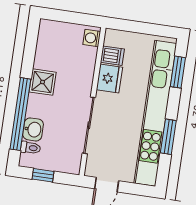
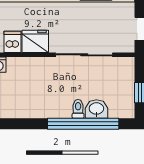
shower: (43, 82) -> (48, 107), removed
toilet: (31, 148) -> (78, 109), moved

